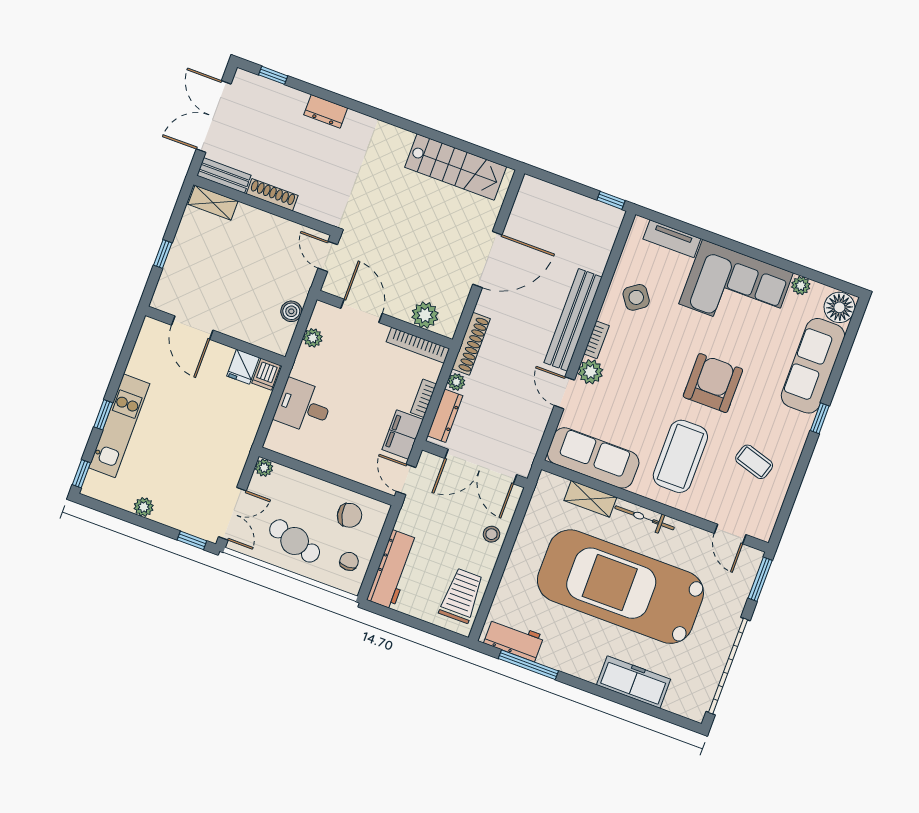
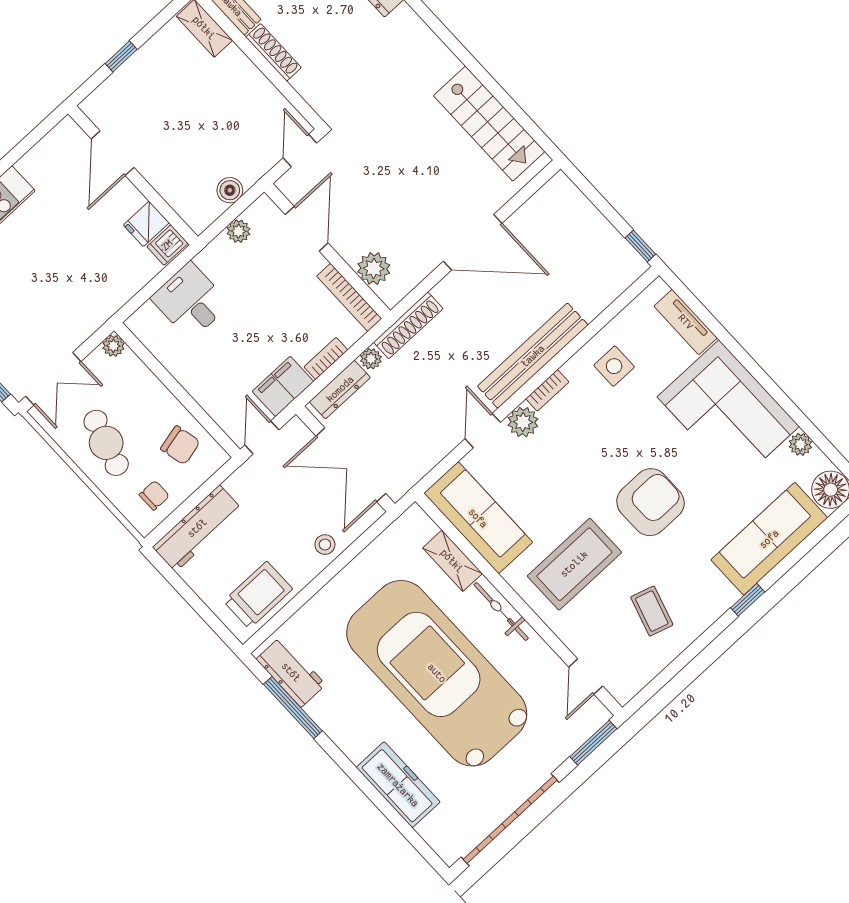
side table: (636, 297) -> (614, 366), turned 35

